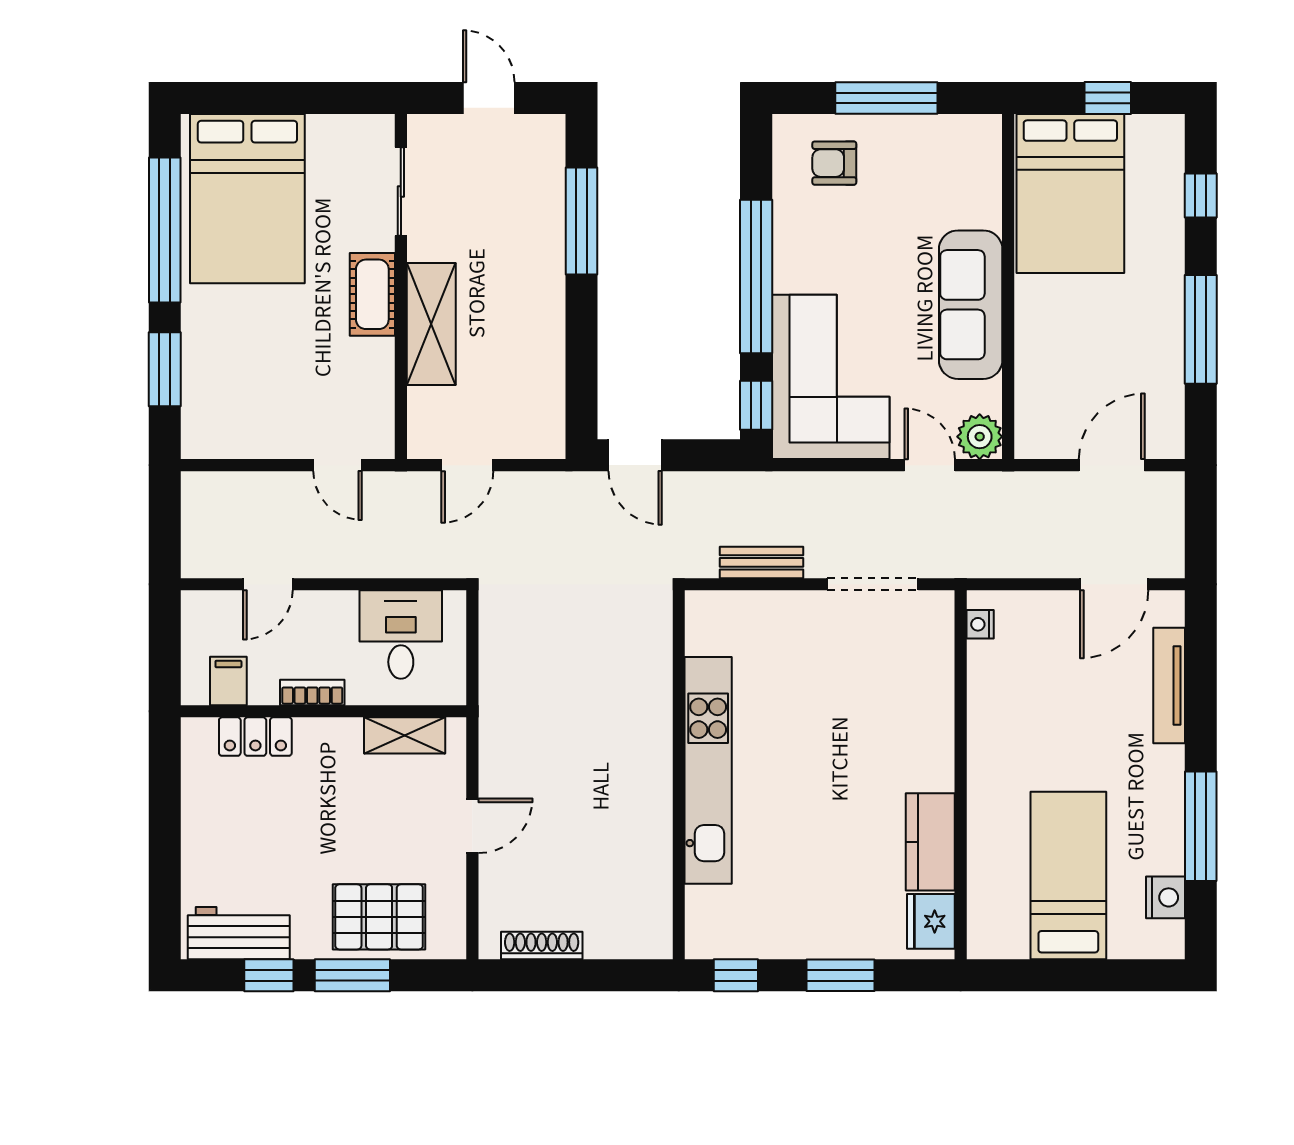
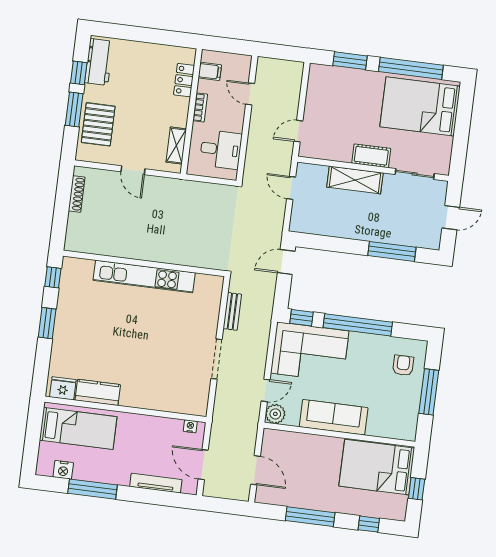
nightstand: (980, 624) -> (190, 426), moved
wall: (961, 775) -> (125, 409), moved
kitchen counter: (930, 842) -> (98, 392), moved
fridge: (931, 921) -> (63, 388), moved

